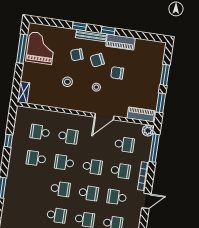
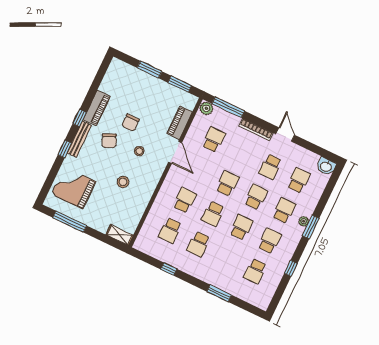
grand piano: (41, 48) -> (74, 188), moved
chair: (77, 55) -> (96, 162), removed
piano: (141, 114) -> (180, 123), moved
school desk: (121, 171) -> (255, 271), moved, turned 180

